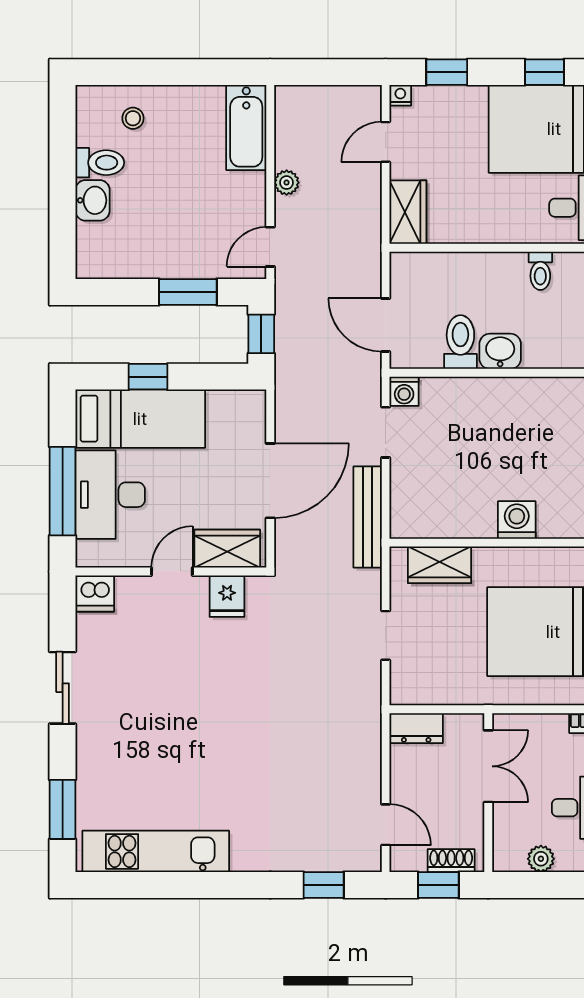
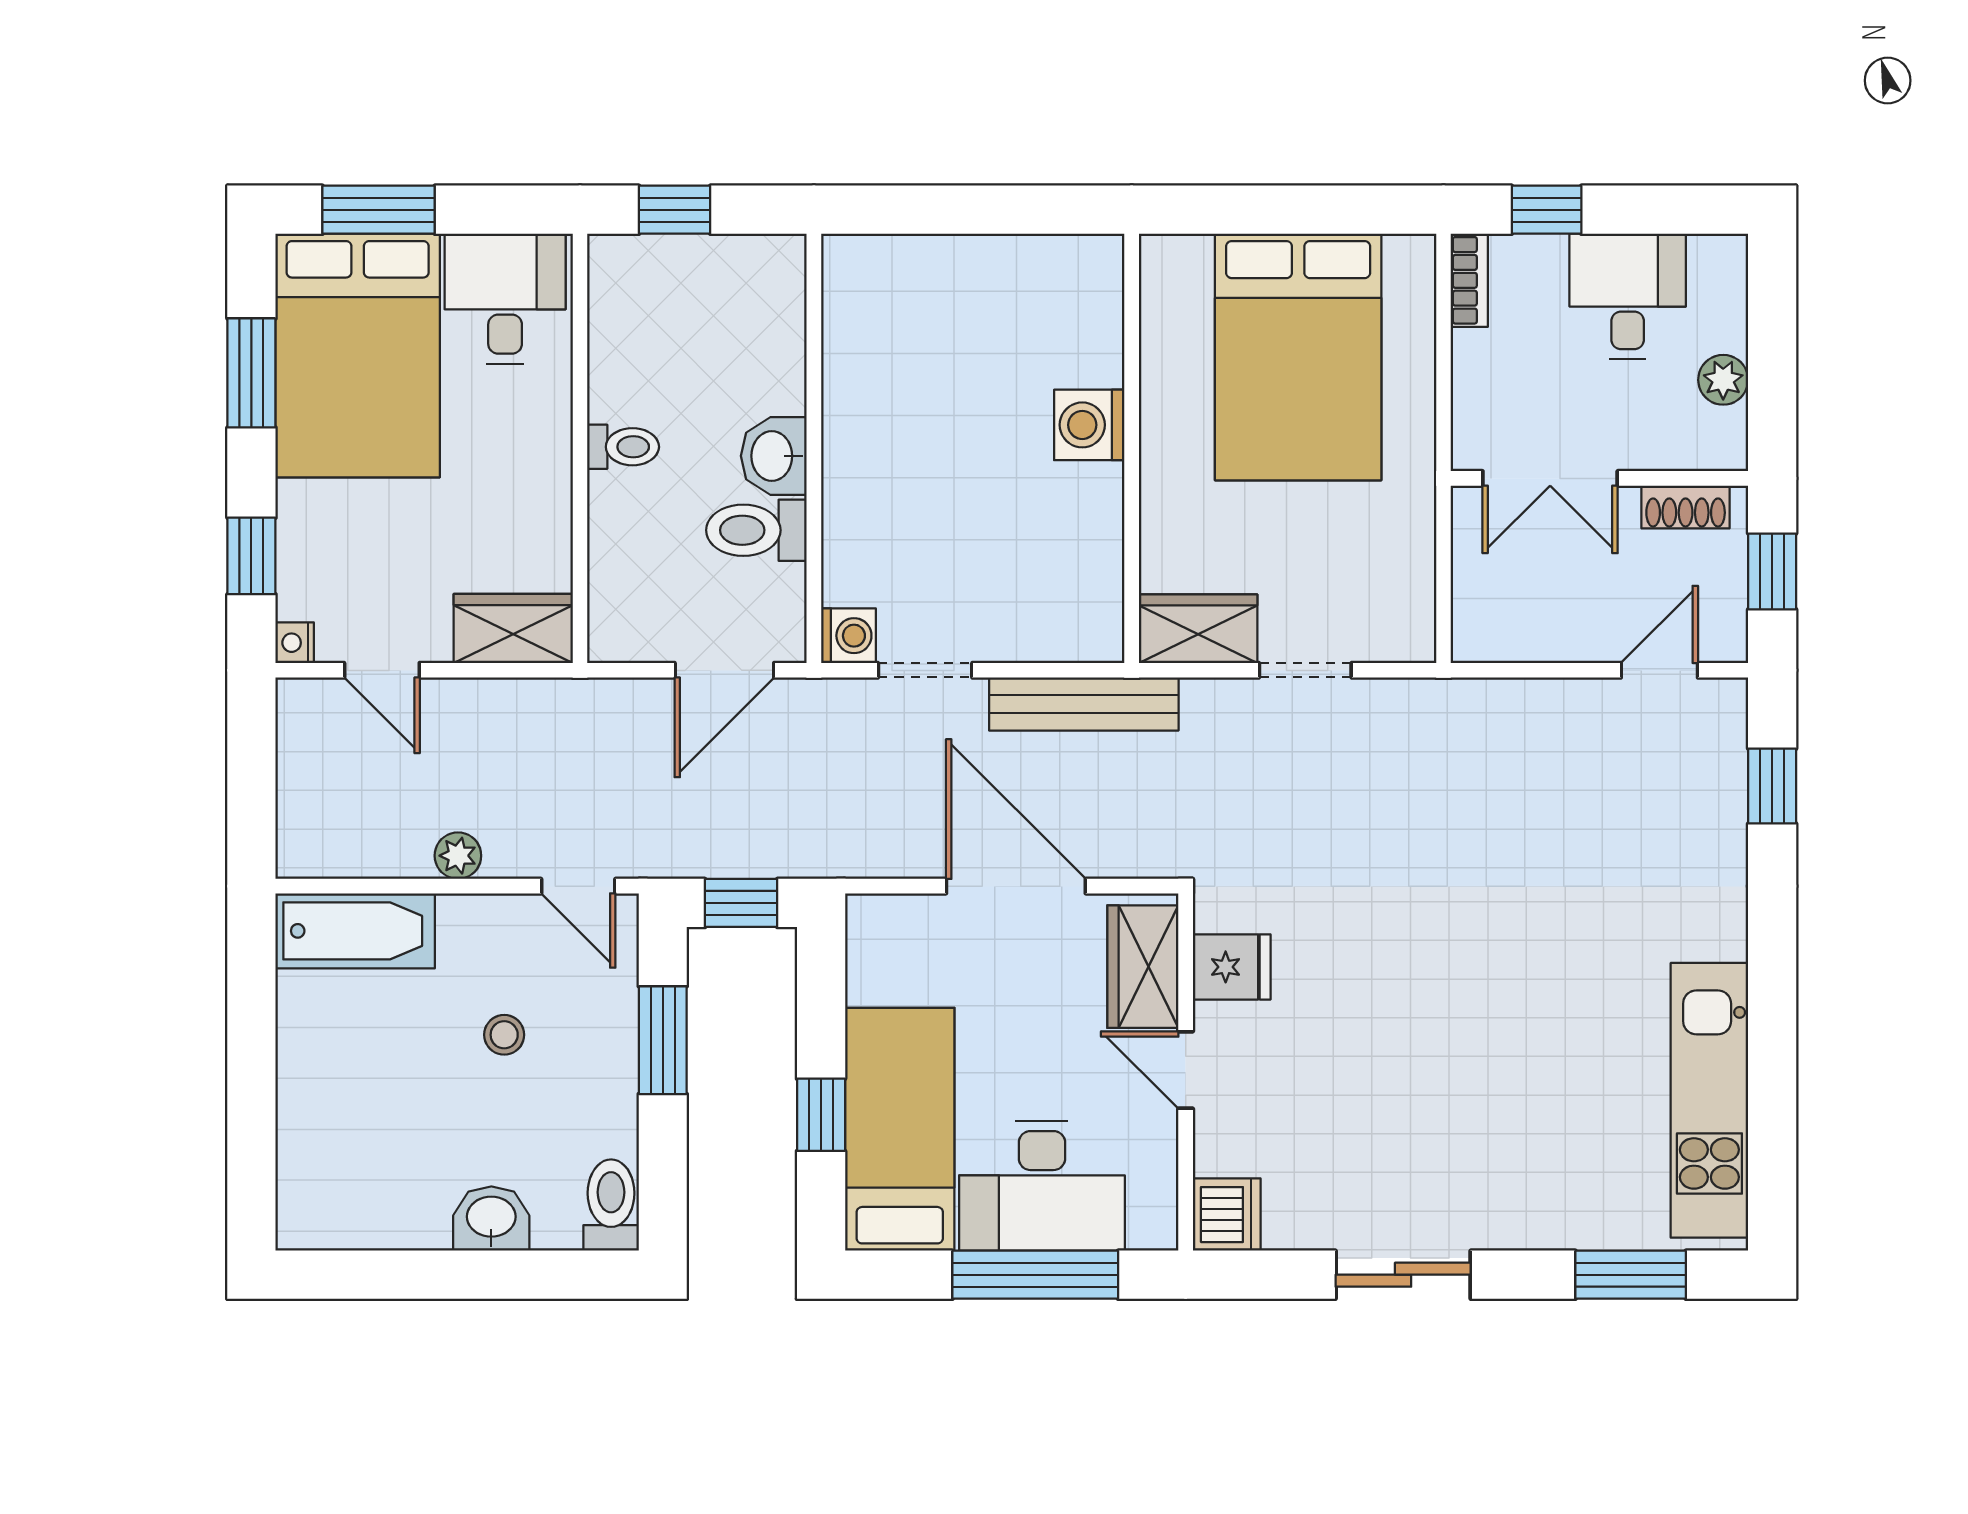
window: (545, 72) -> (251, 373), width x1.50
stool: (133, 118) -> (504, 1035), moved
toilet: (100, 163) -> (611, 1205), moved
toilet: (540, 271) -> (623, 447), moved
wardrobe: (440, 565) -> (1198, 629), moved, turned -90
dresser: (416, 728) -> (1479, 613), removed
double door: (488, 766) -> (1550, 478), swing flipped
shoe rack: (451, 861) -> (1686, 507), moved, turned -90

